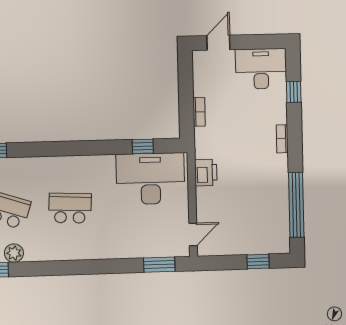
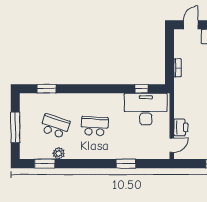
printer: (206, 173) -> (181, 127), moved
window: (159, 265) -> (126, 164), moved

